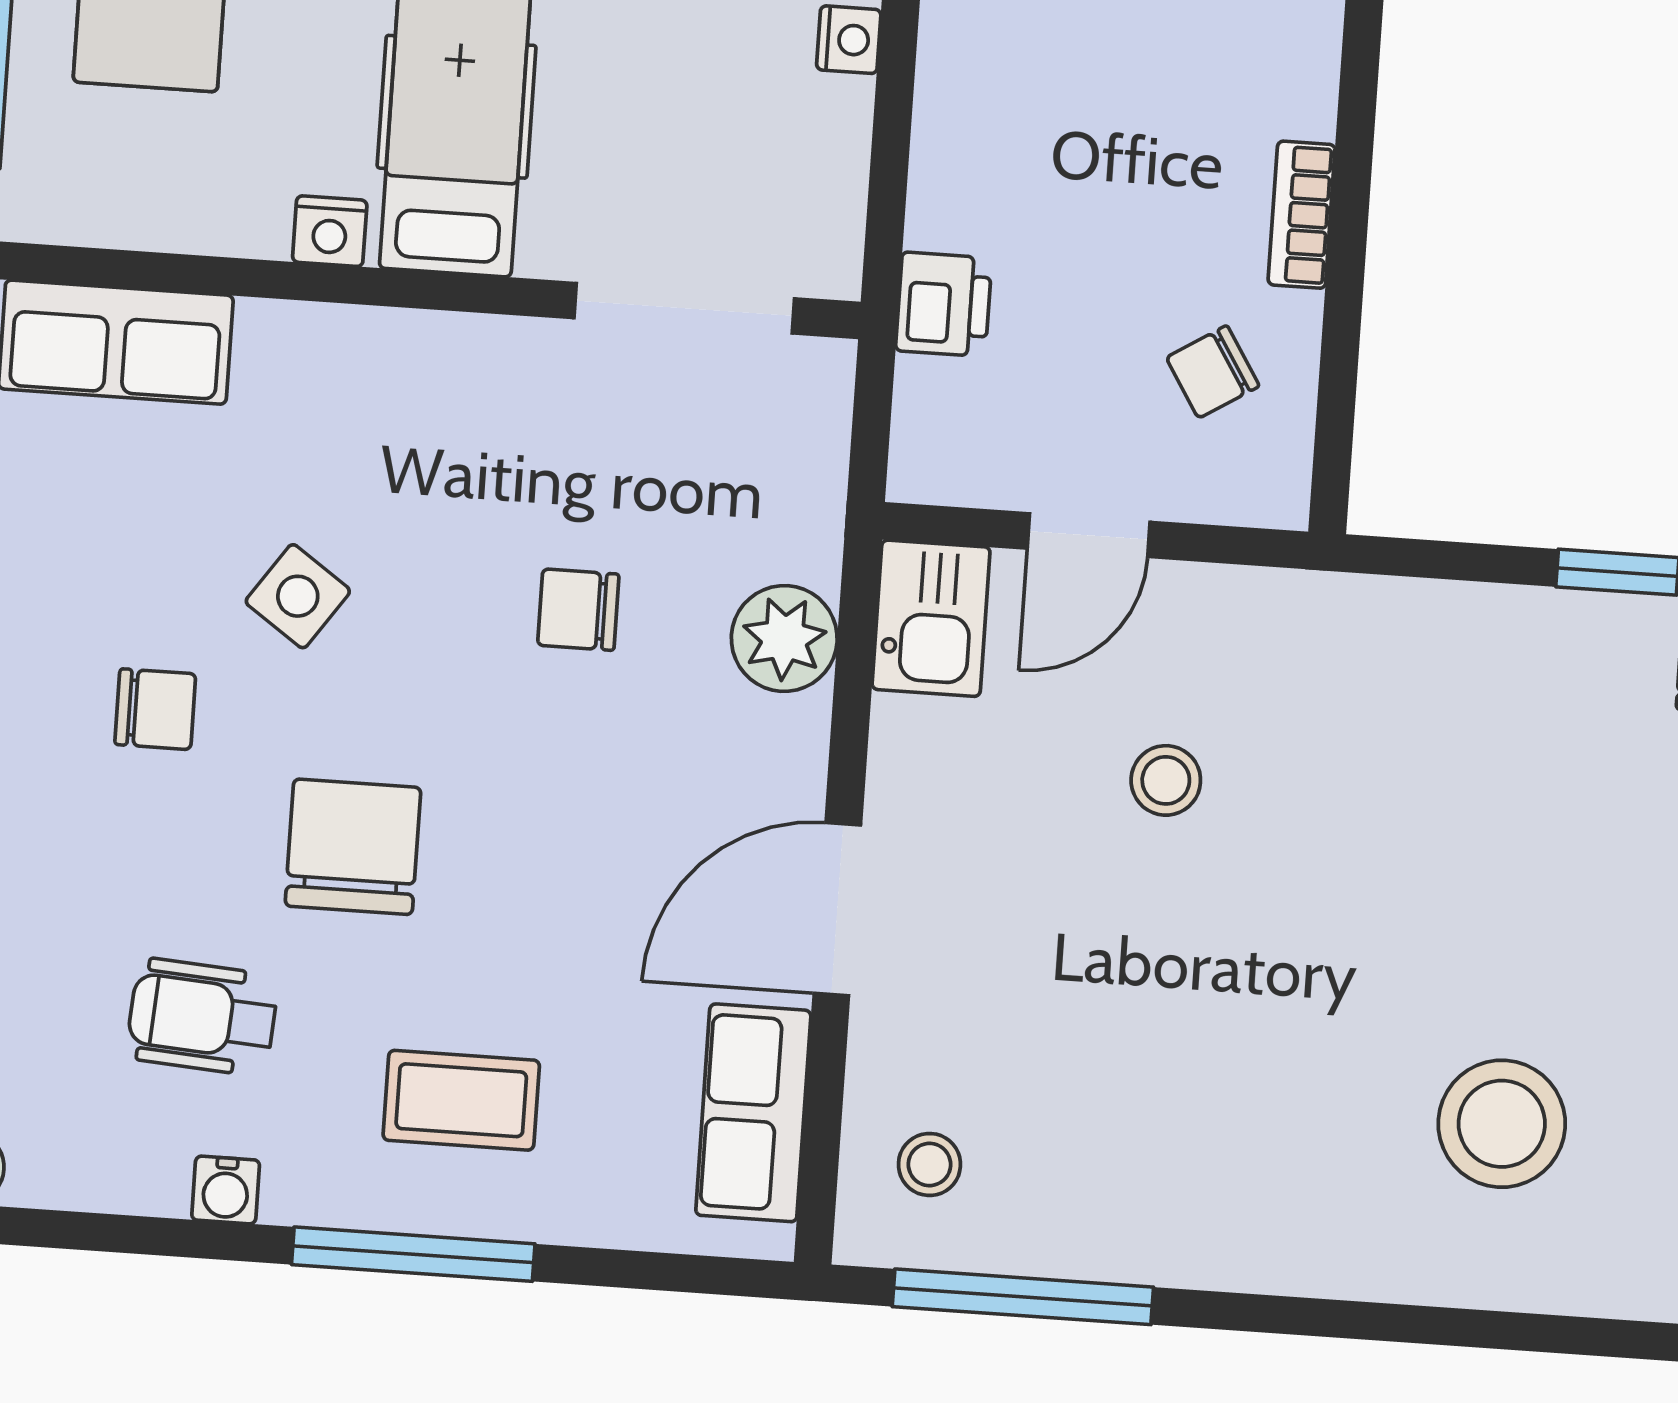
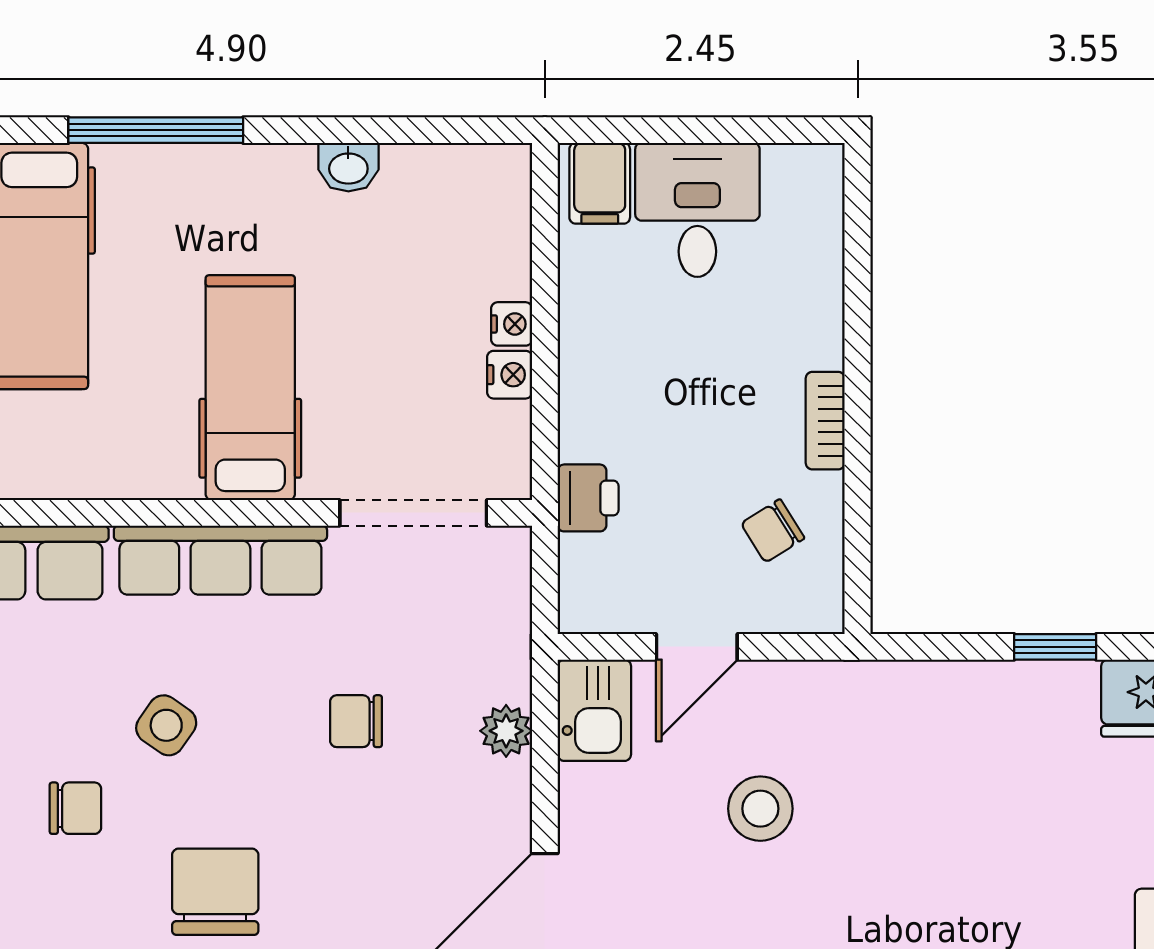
nightstand: (330, 231) -> (510, 375), moved, turned -90
row of seats: (395, 358) -> (220, 560), added
plant: (784, 638) -> (506, 731), width x0.73, depth x0.73
stool: (1166, 780) -> (760, 809), width x1.37, depth x1.37

